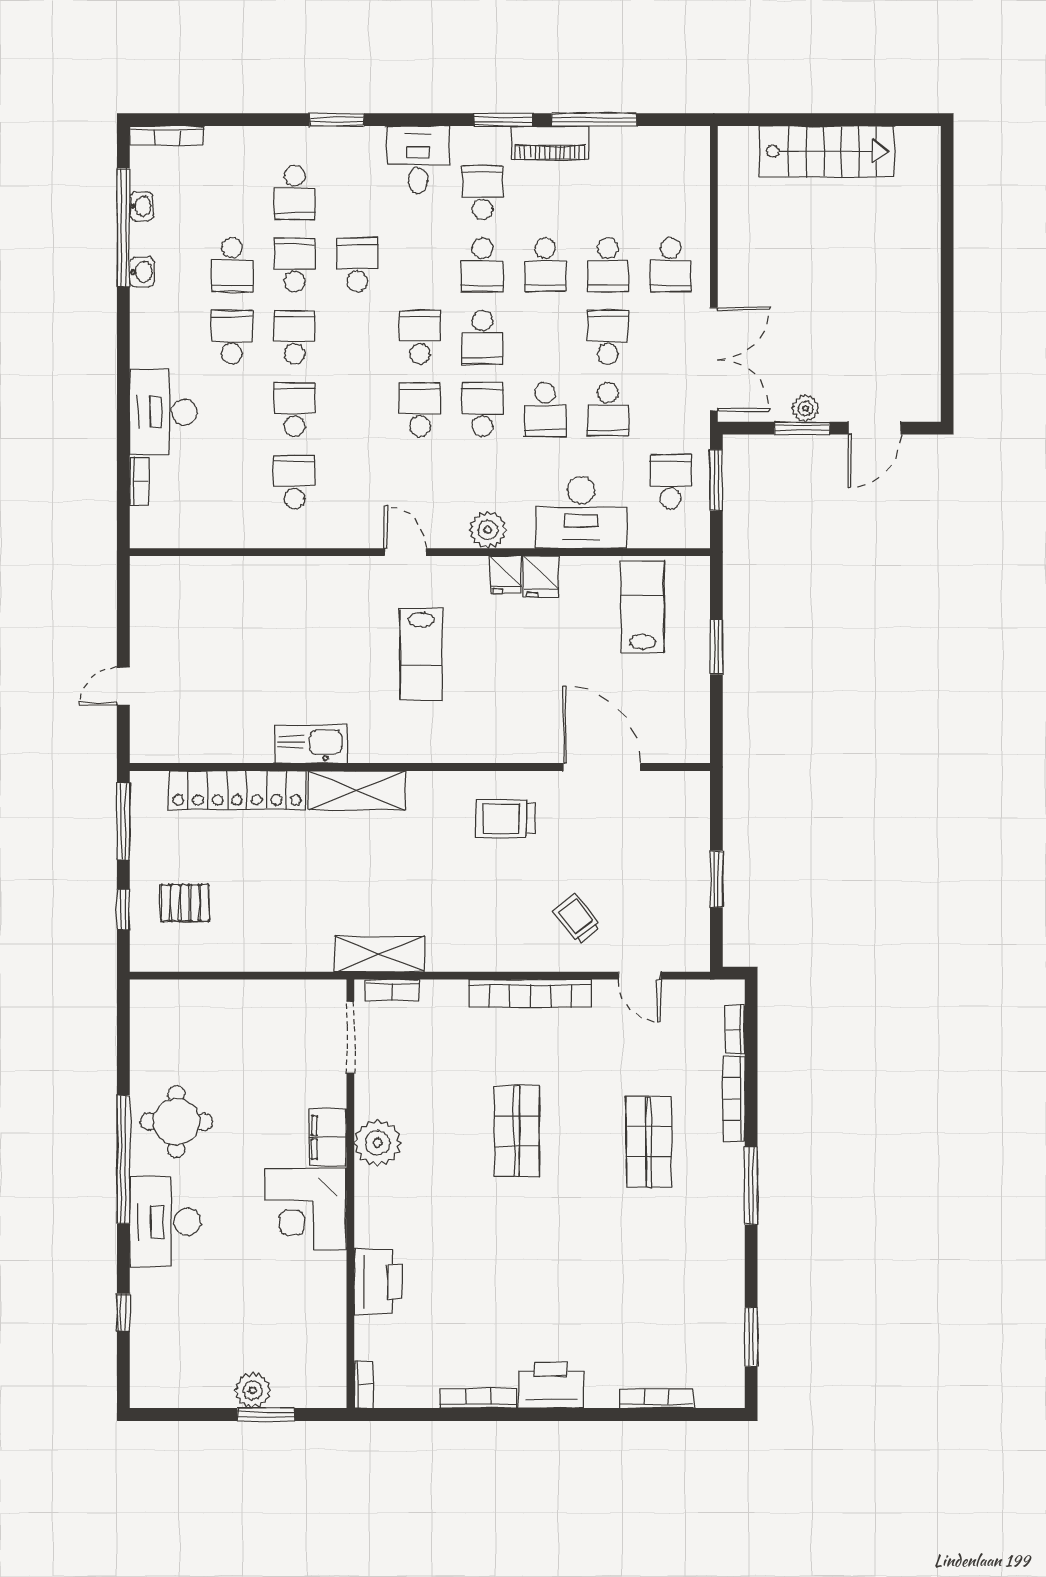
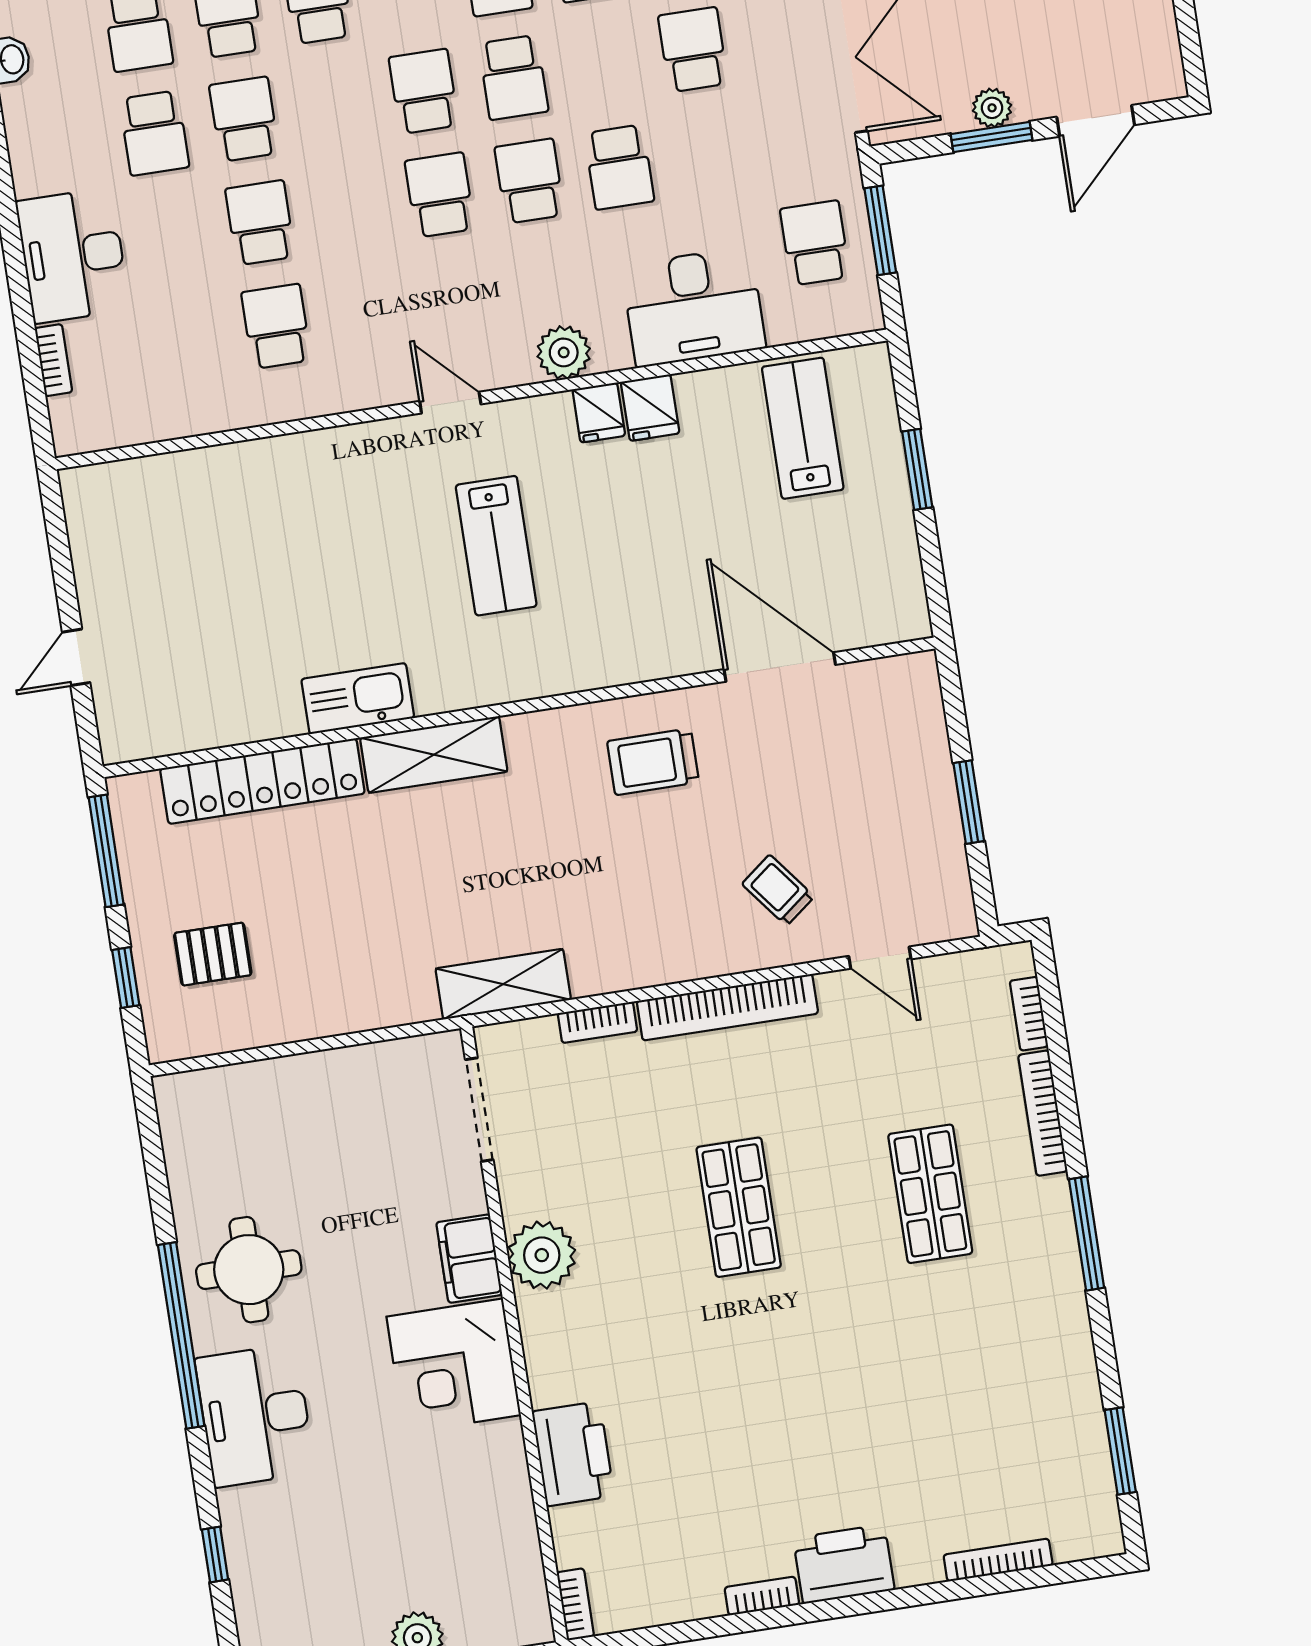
school desk: (232, 337) -> (154, 133), turned 180
school desk: (608, 409) -> (709, 153), removed
bookcase: (392, 990) -> (598, 1022), moved
bookcase: (478, 1398) -> (762, 1596), width x0.64

